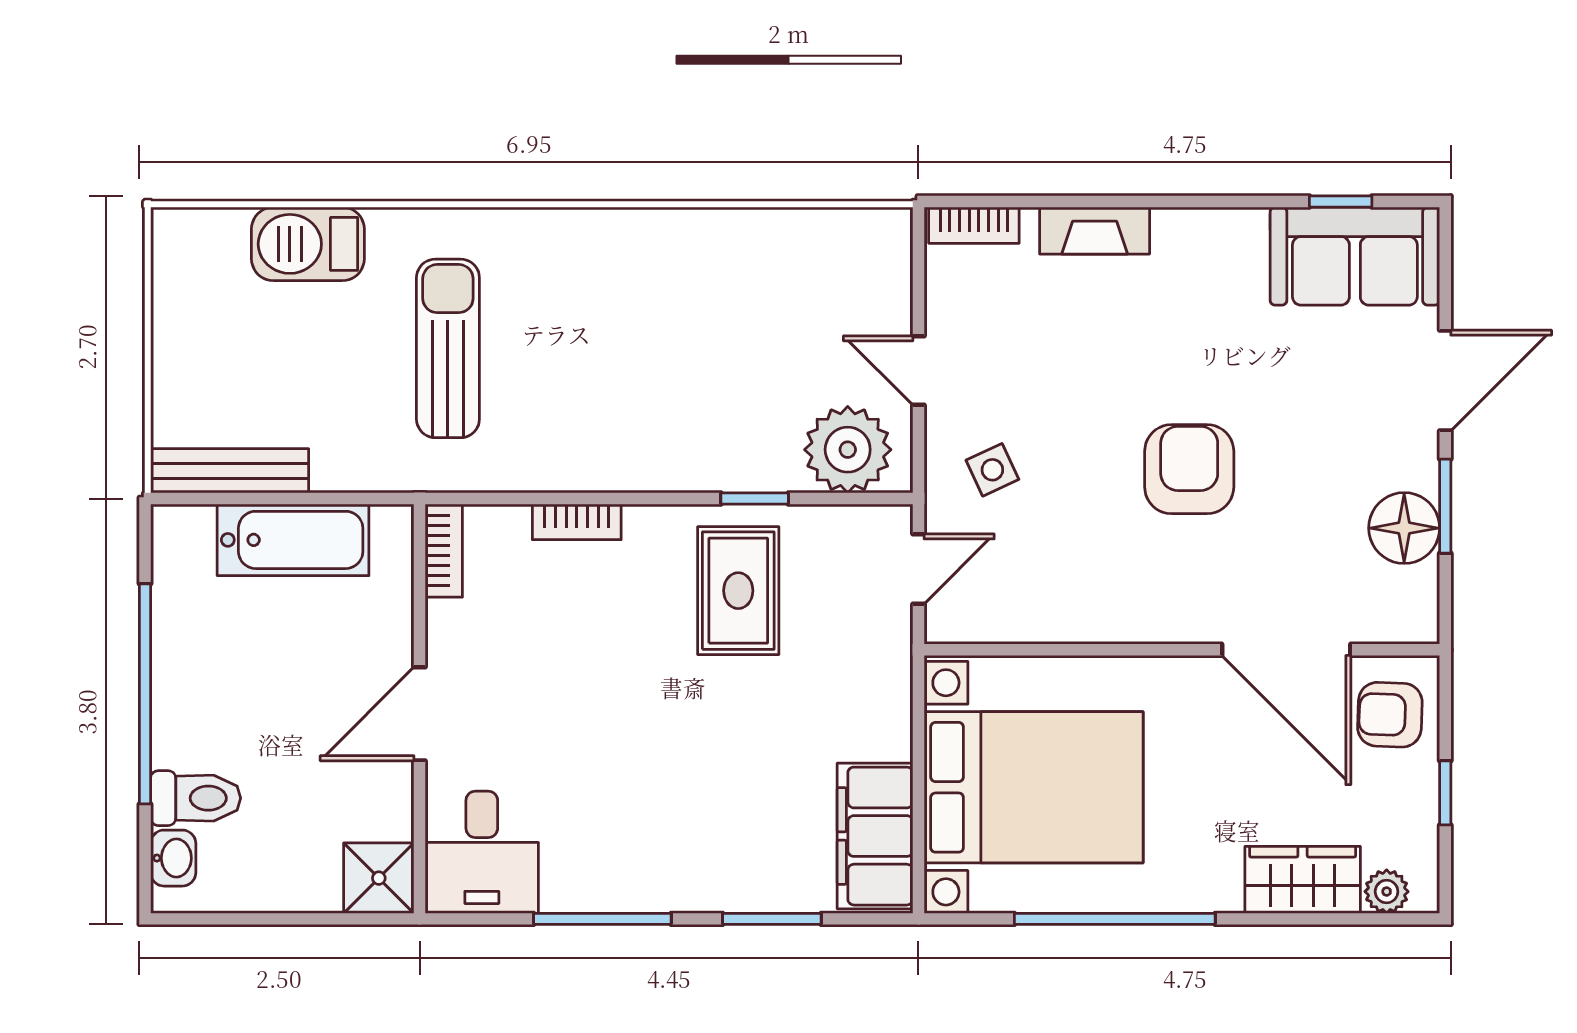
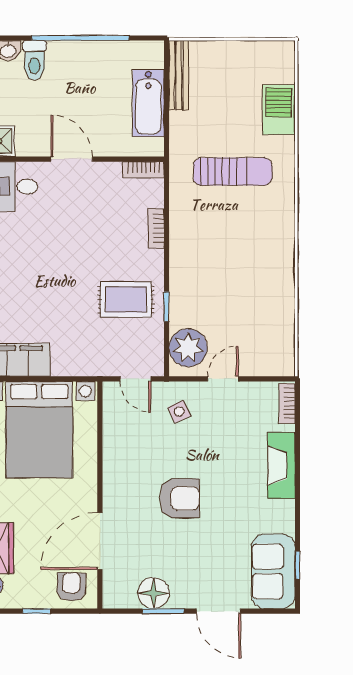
fireplace: (1095, 231) -> (281, 466), width x1.37, depth x1.32

